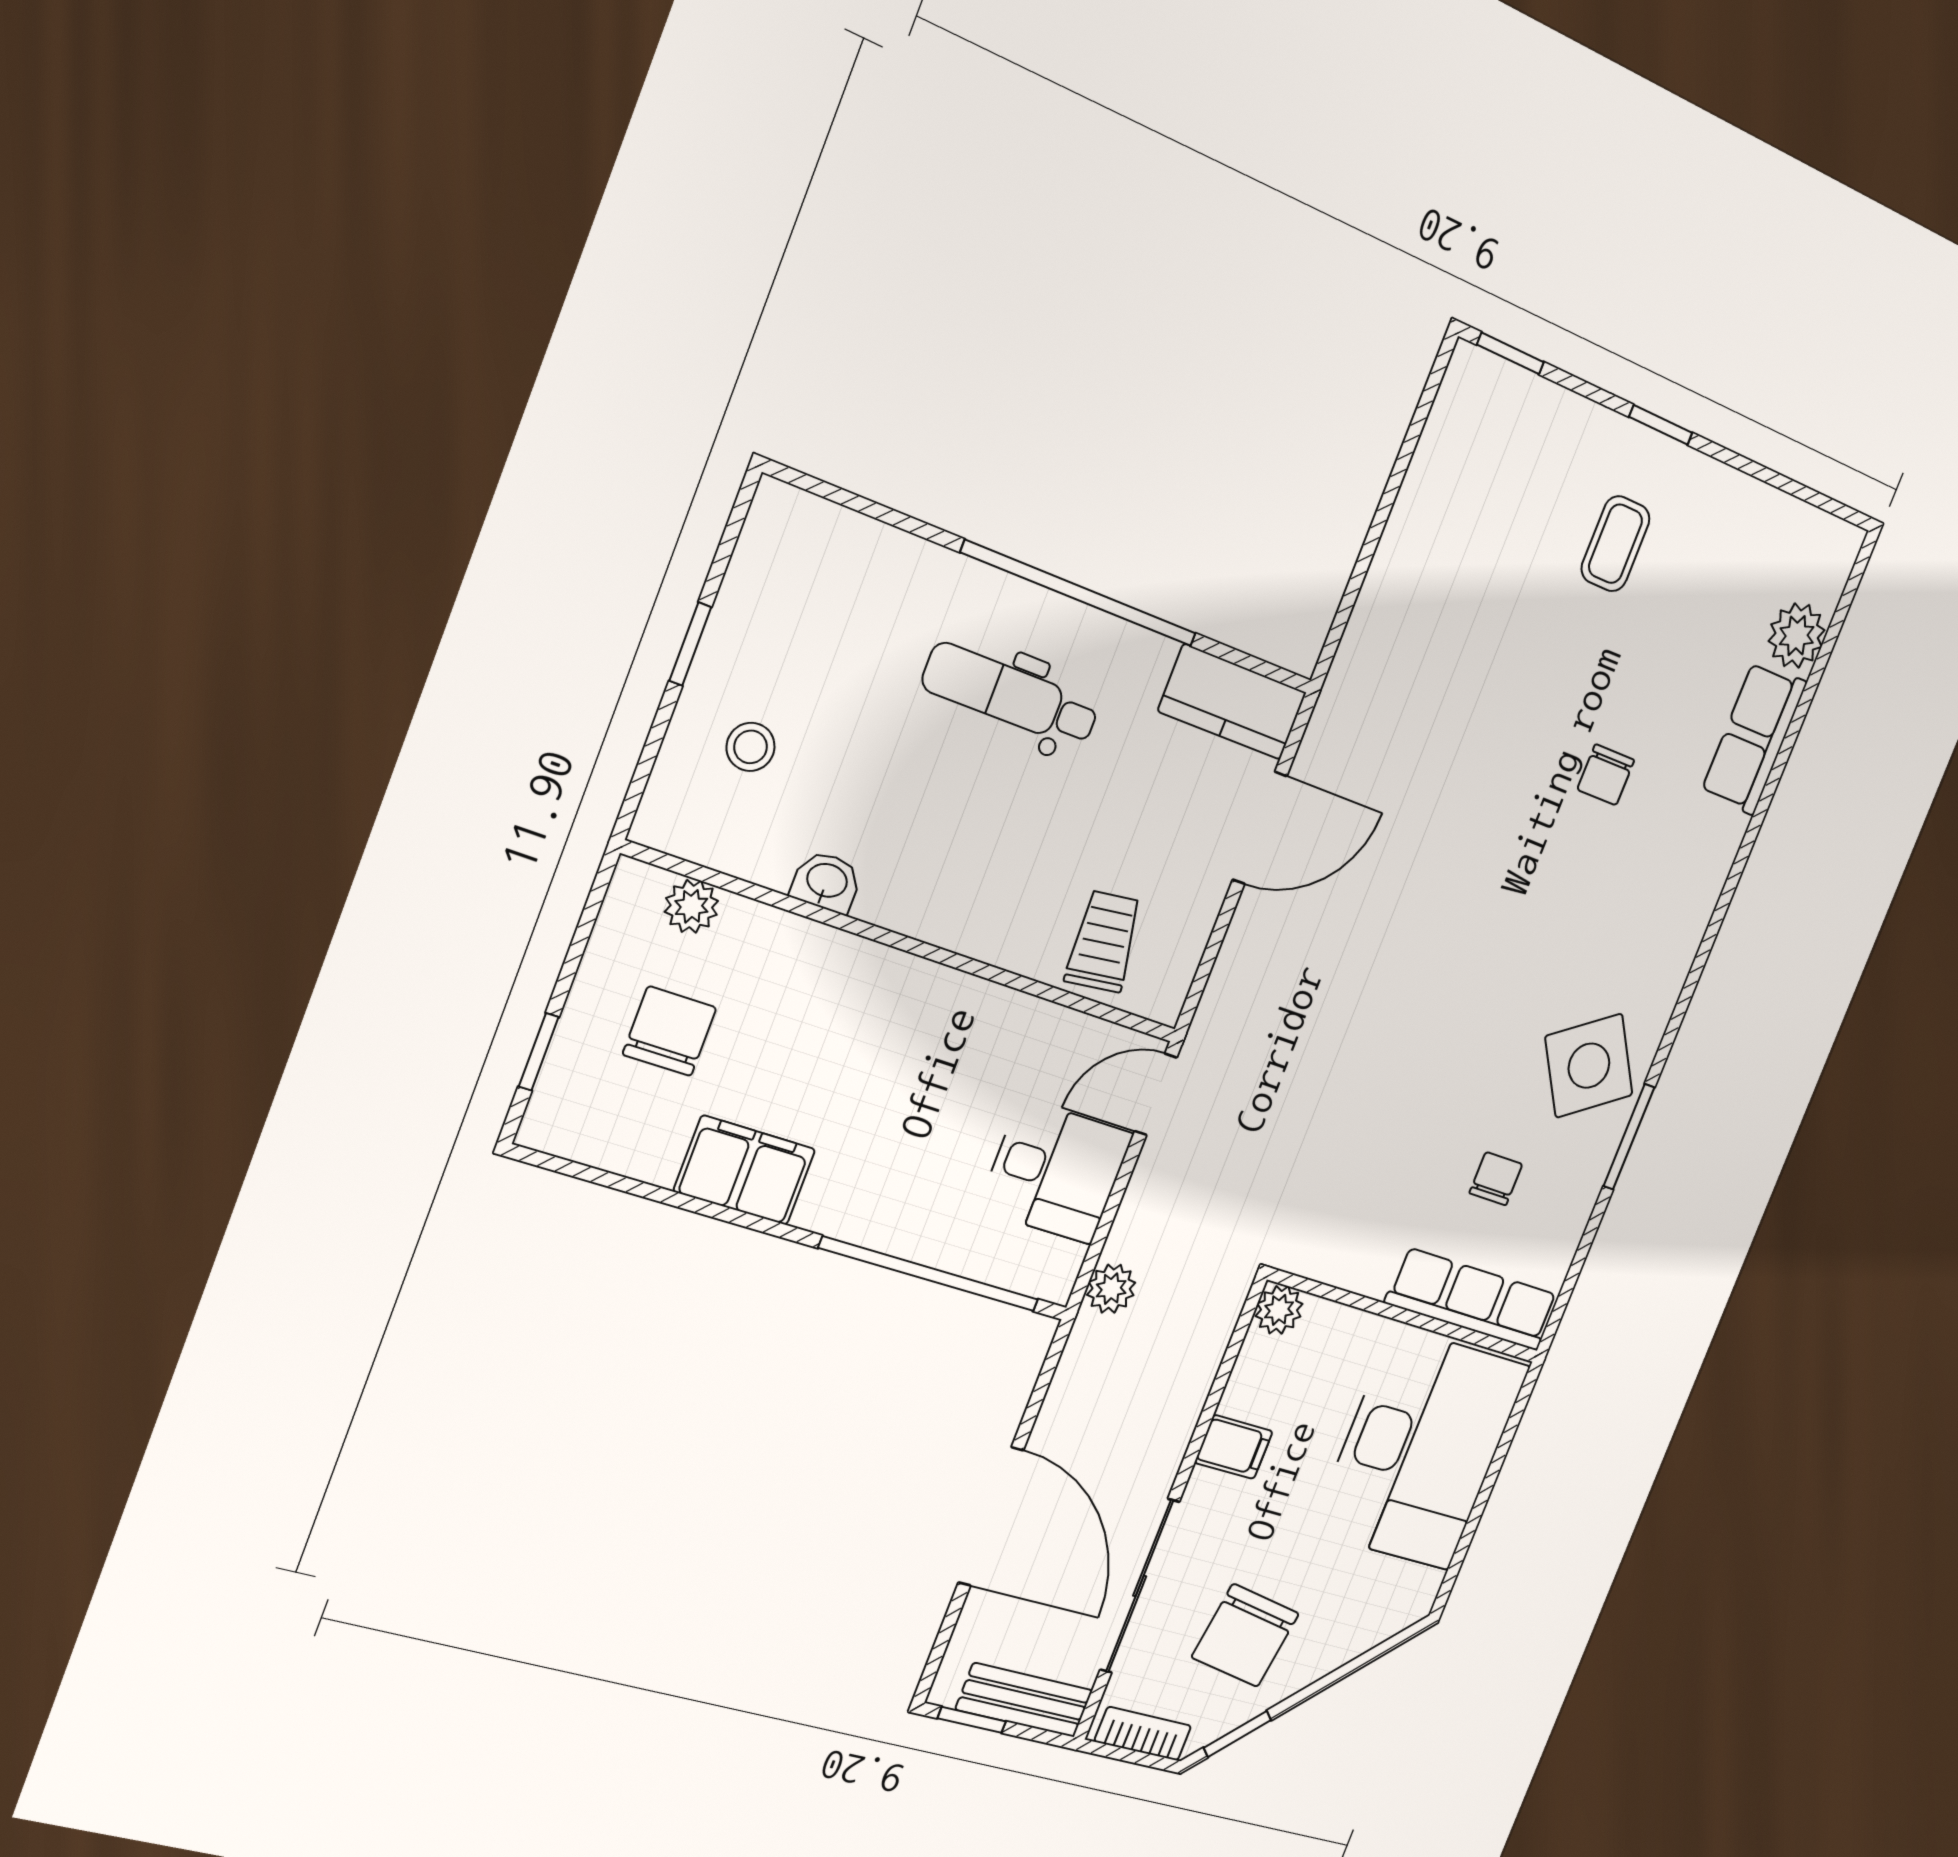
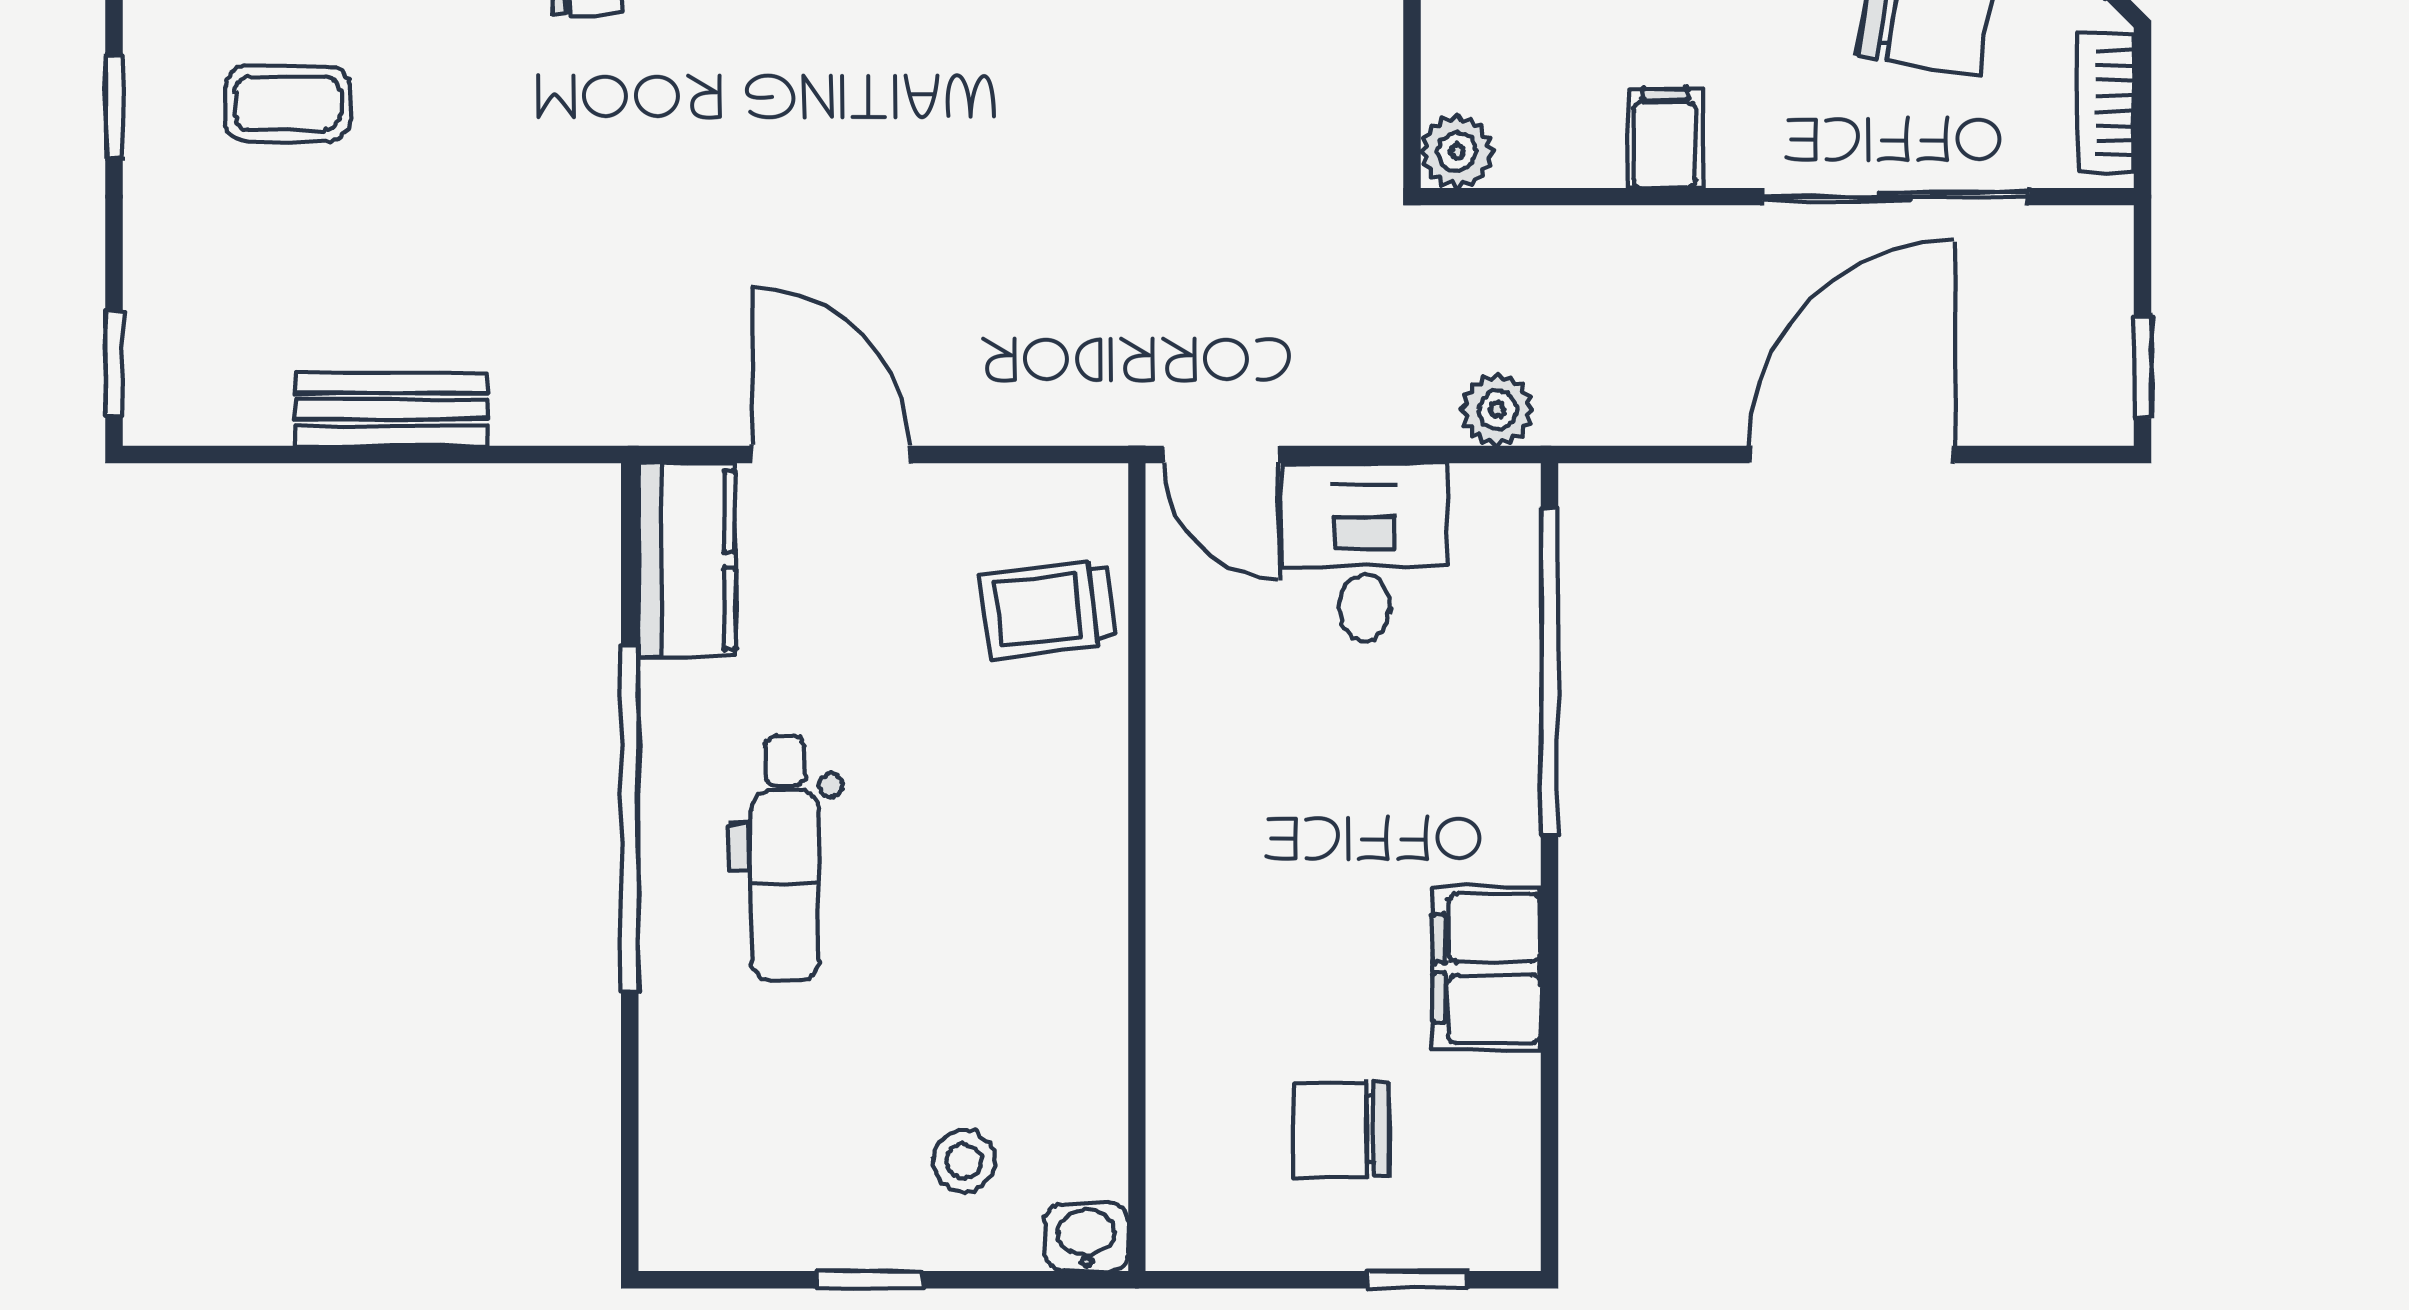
washbasin: (826, 882) -> (1086, 1237), moved, turned 90
plant: (691, 906) -> (1181, 1160), removed
bench: (1024, 1700) -> (391, 409), moved, turned 90

